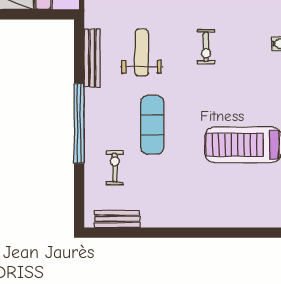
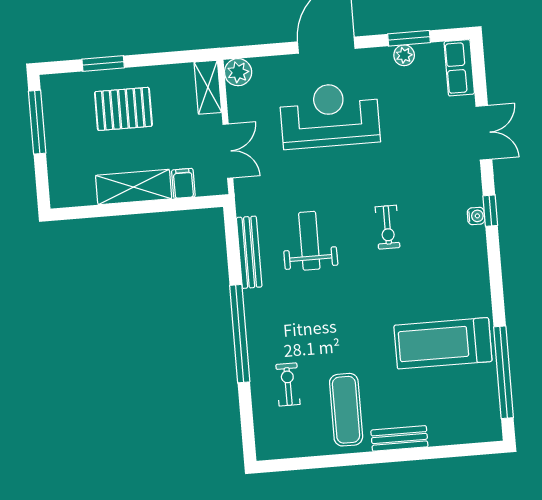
exercise mat: (152, 125) -> (346, 410), moved
bench: (117, 219) -> (399, 438), moved

